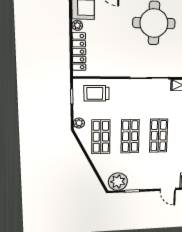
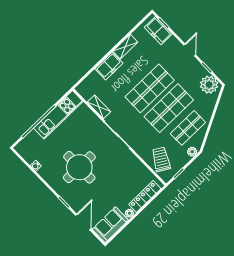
trolley: (97, 93) -> (161, 159), turned -149
shop shelf: (130, 136) -> (169, 108), width x1.43, depth x1.36
shop shelf: (159, 136) -> (150, 88), width x1.43, depth x1.36
door: (168, 189) -> (190, 50), moved

